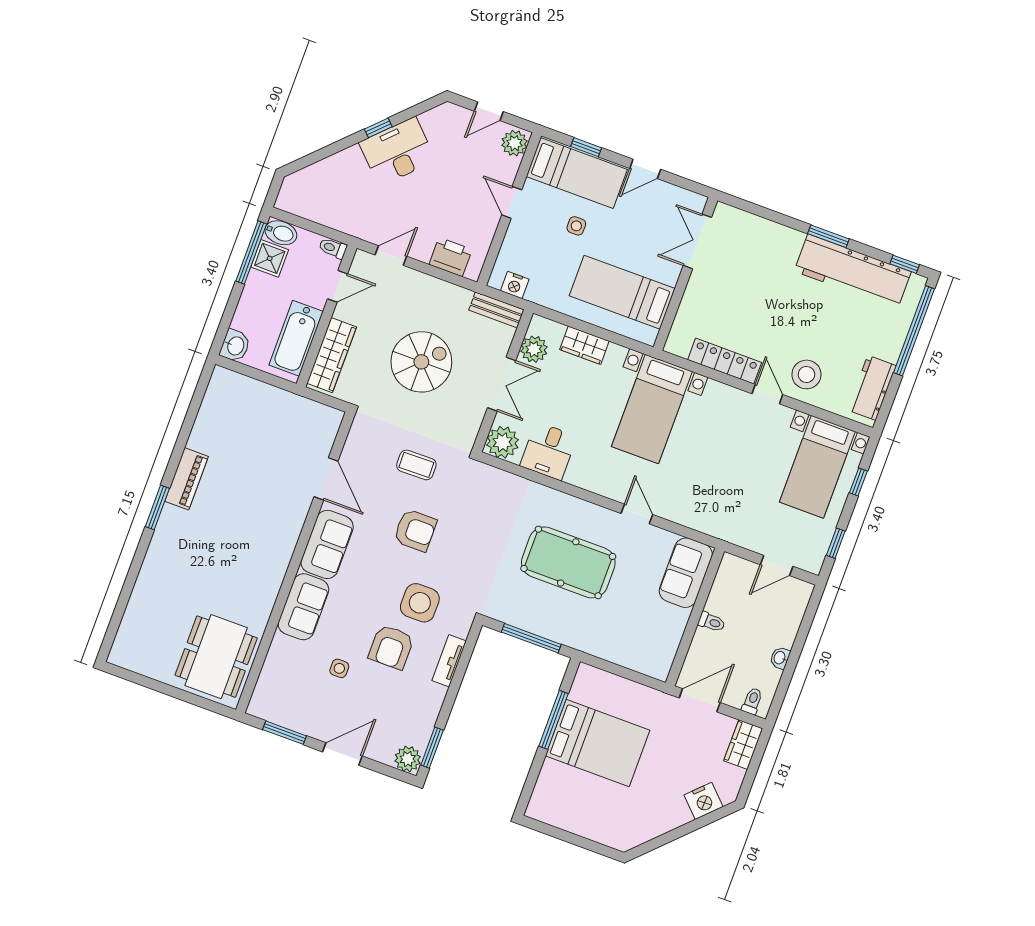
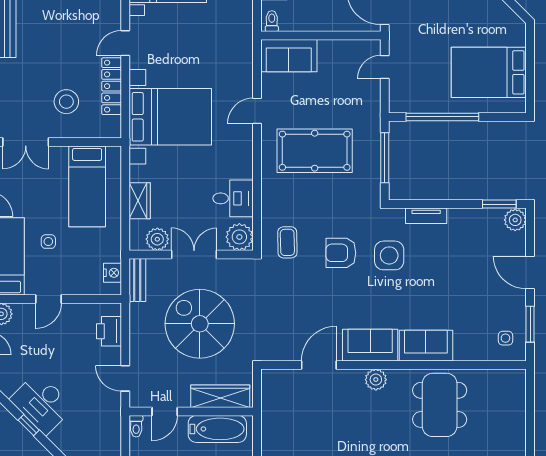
door: (338, 286) -> (165, 411), swing flipped
spiral stairs: (421, 362) -> (200, 324), width x1.37, depth x1.37
stool: (806, 374) -> (66, 102), moved
bed with nightstands: (652, 409) -> (170, 117), width x1.36
coffee table: (416, 465) -> (287, 242), moved
armchair: (415, 530) -> (341, 253), moved, turned -90
plant: (286, 537) -> (376, 380), added
pool table: (568, 562) -> (315, 151), turned 90
toilet: (712, 622) -> (272, 21), moved
armchair: (391, 647) -> (432, 265), removed
dining table: (216, 657) -> (440, 405), moved, turned 90
side table: (339, 668) -> (505, 338), moved
door: (633, 676) -> (385, 67), added
window: (553, 720) -> (442, 117), width x1.46
bed: (598, 743) -> (489, 72), moved, turned -90

